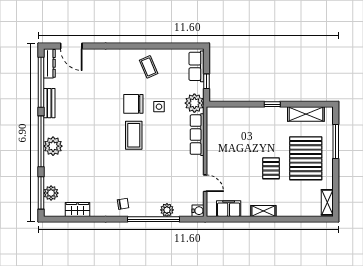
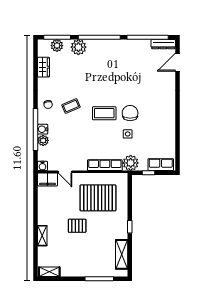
coffee table: (149, 67) -> (71, 106), moved
bench: (49, 103) -> (131, 44), removed
plant: (53, 146) -> (78, 47), moved
pallet: (306, 158) -> (98, 198), moved
door: (205, 183) -> (65, 172), hinge flipped
filing cabinet: (229, 209) -> (48, 179), moved, turned 90
water cooler: (153, 210) -> (43, 129), added
shelving: (263, 211) -> (42, 236), moved

